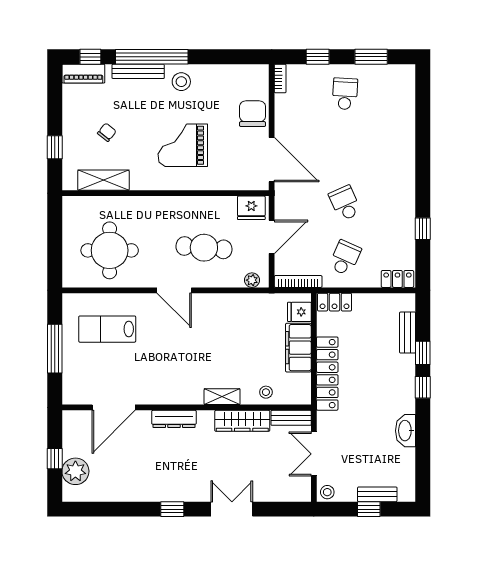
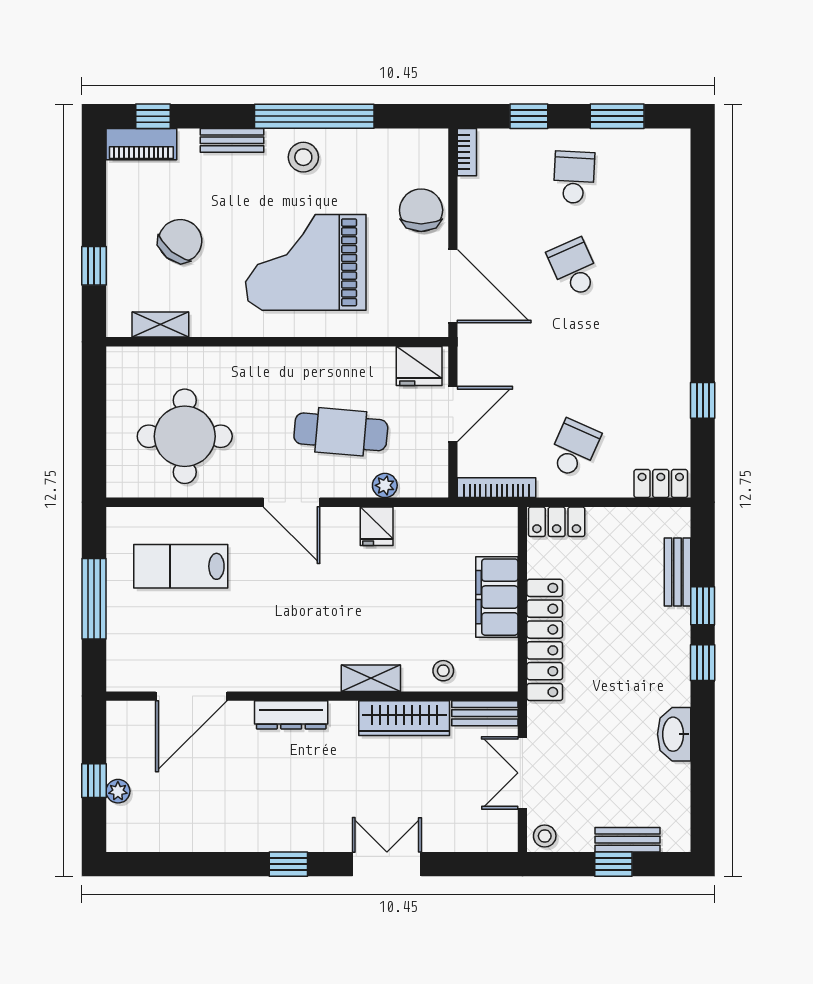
window: (152, 57) -> (314, 116), moved
bench: (138, 71) -> (232, 140), width x0.73
chair: (107, 132) -> (180, 241), width x1.87, depth x1.87
grand piano: (183, 145) -> (306, 262), width x1.37, depth x1.48
shelving: (103, 180) -> (160, 324), width x0.67, depth x0.75
school desk: (345, 203) -> (574, 268), moved
plant: (252, 280) -> (385, 485), moved
fridge: (299, 312) -> (377, 526), moved, turned -90
plant: (75, 471) -> (118, 791), width x0.53, depth x0.53

